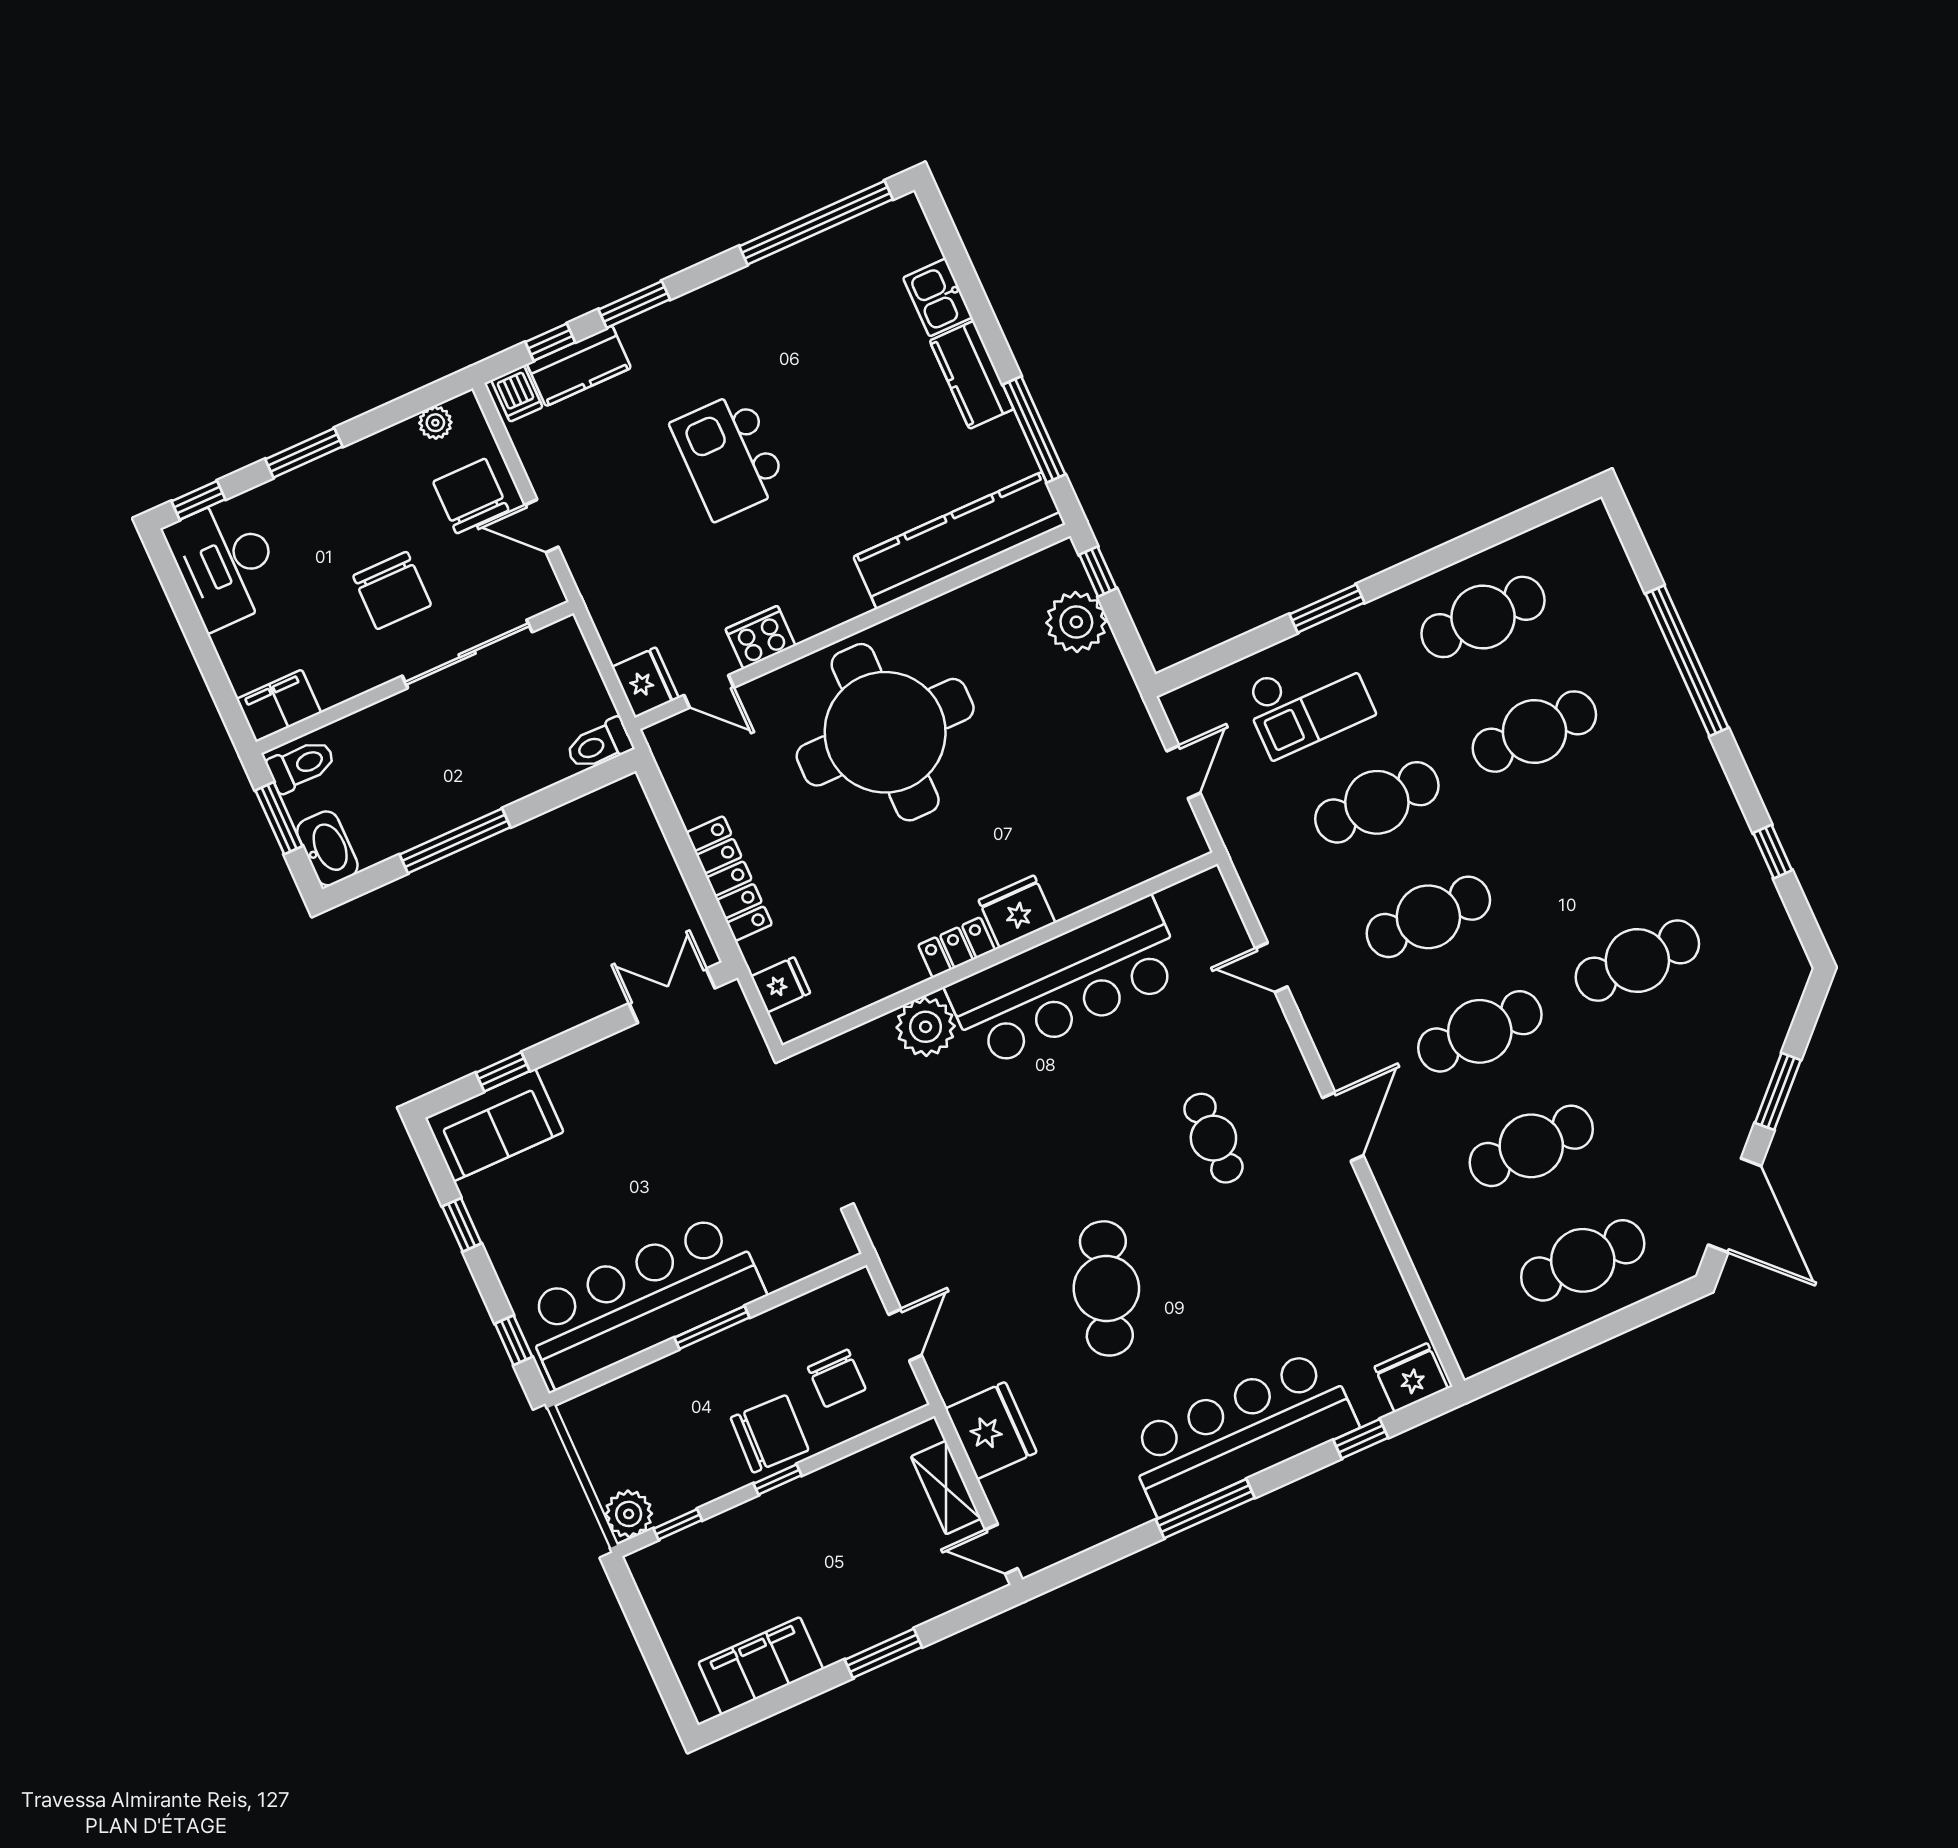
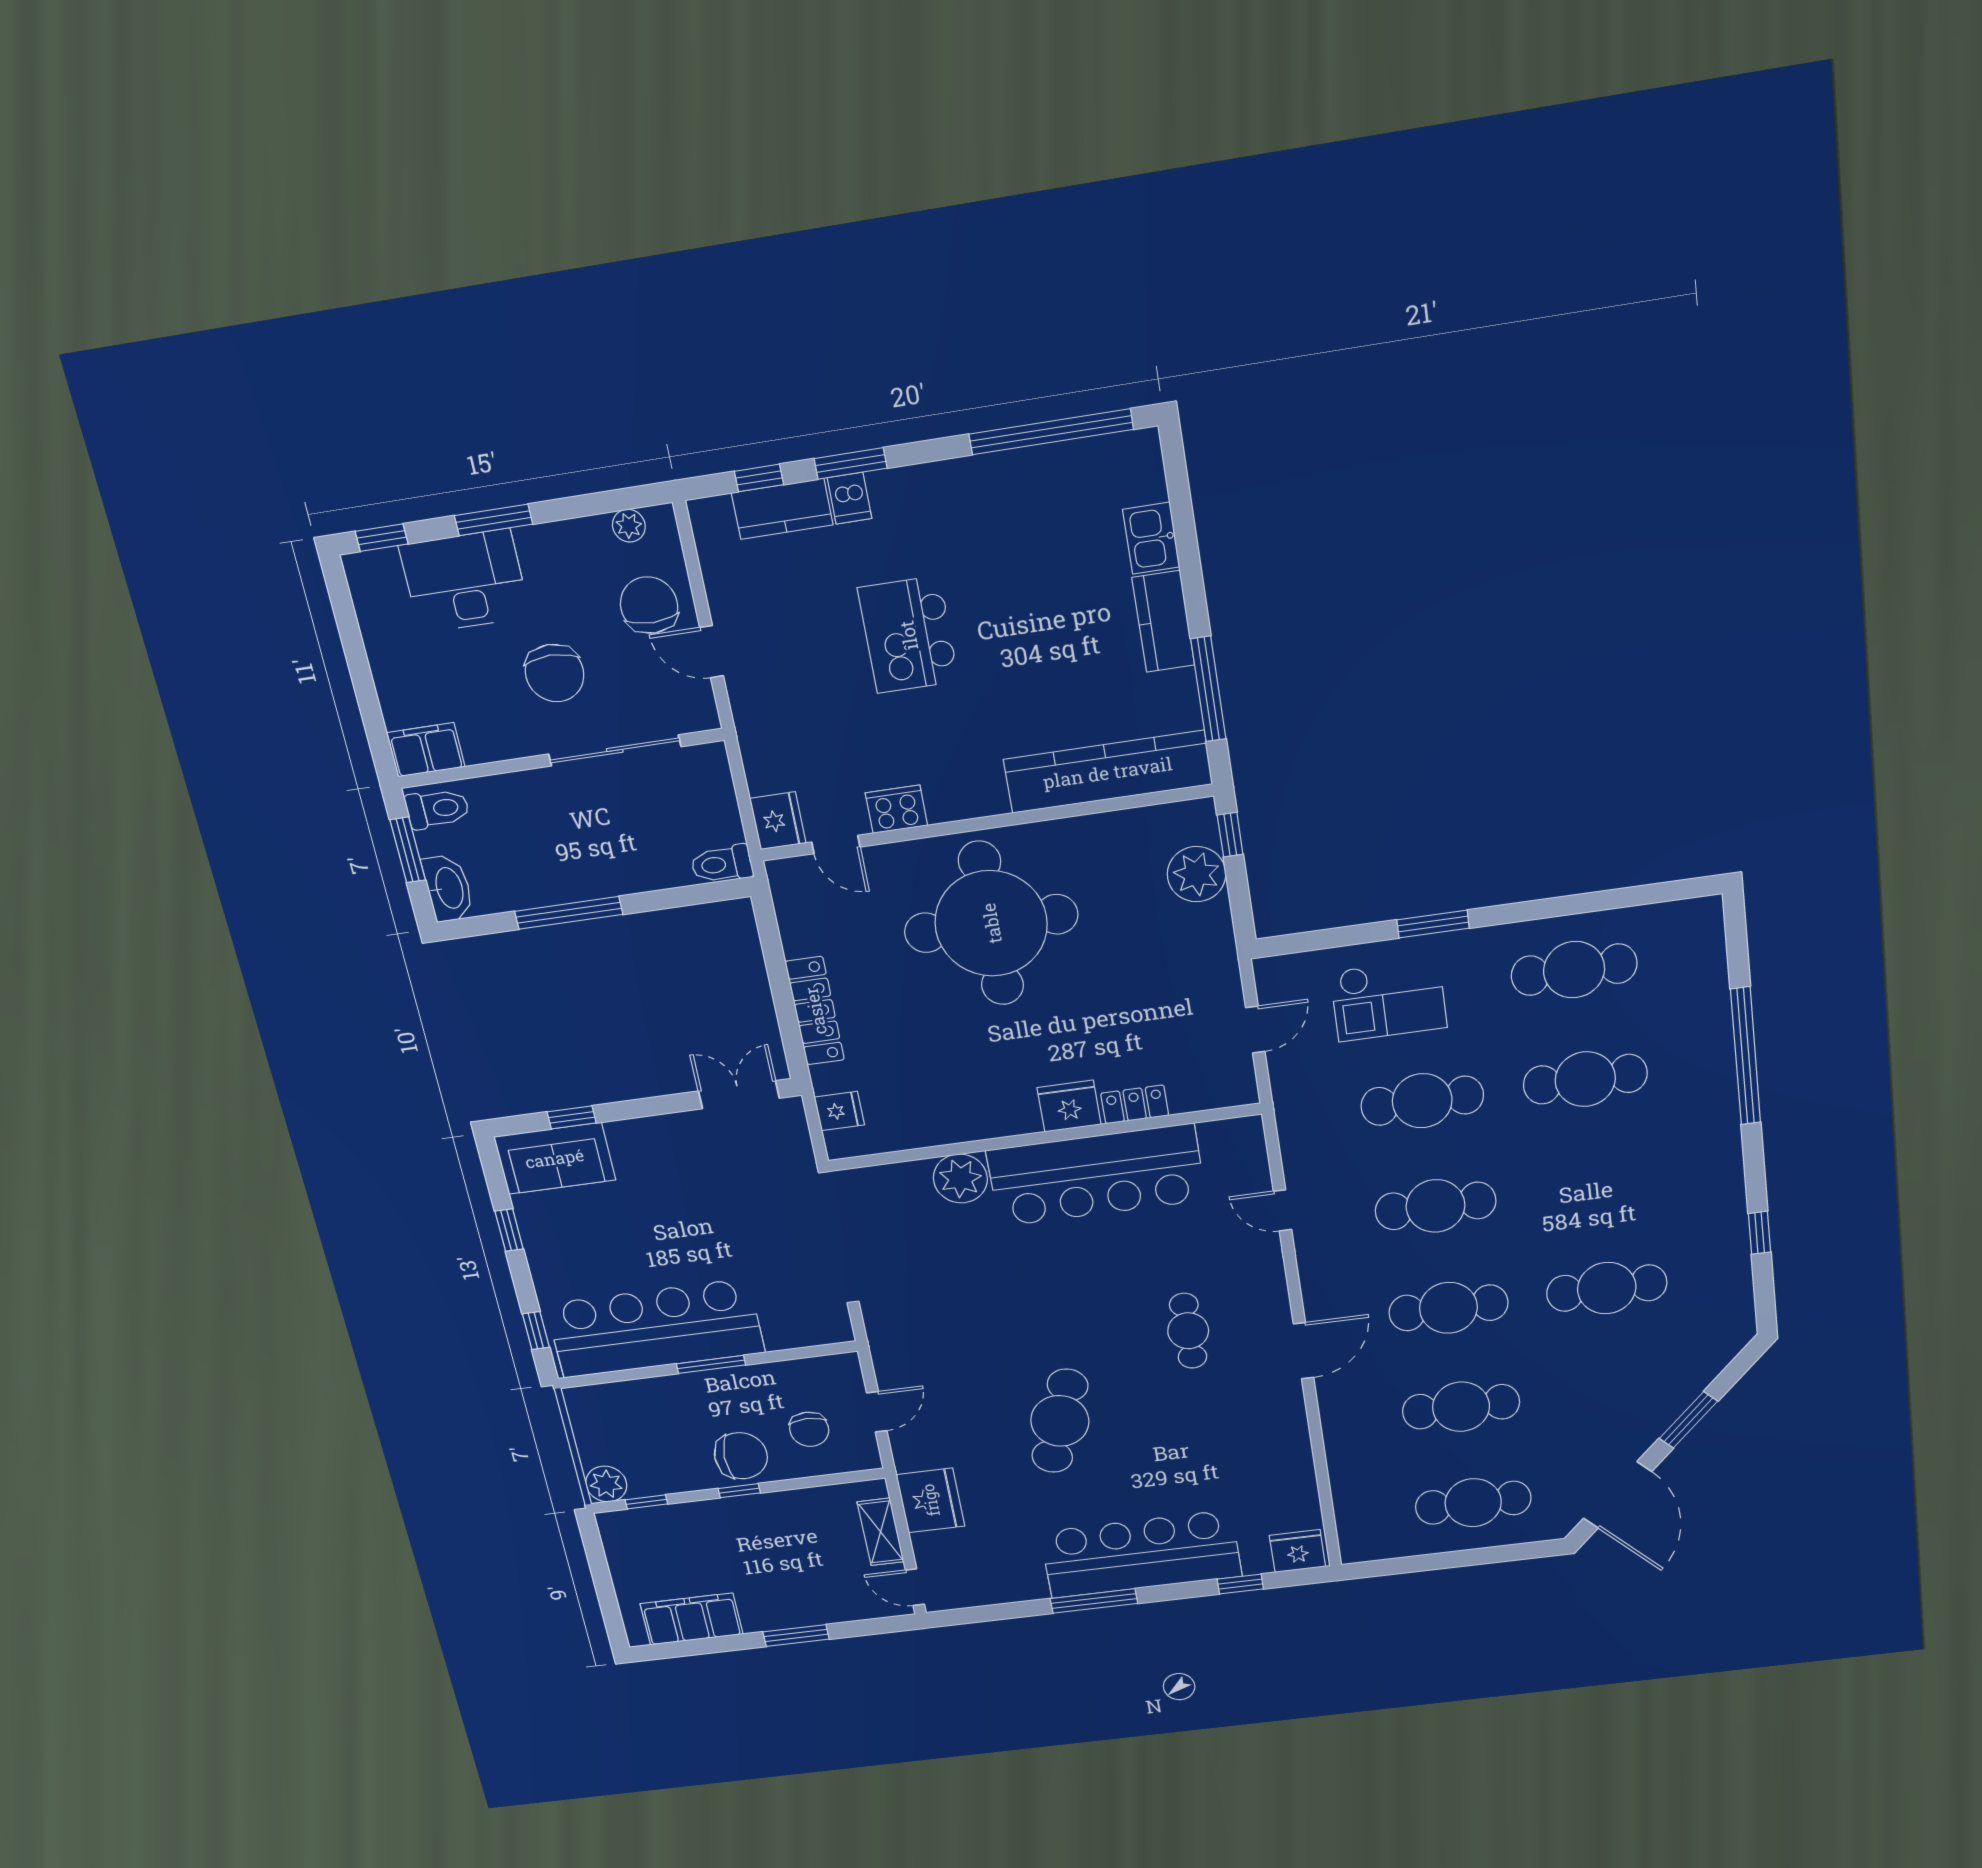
dishwasher: (517, 394) -> (849, 498), moved
desk: (225, 563) -> (465, 581), moved, turned 90
locker: (956, 948) -> (1135, 1104), moved

